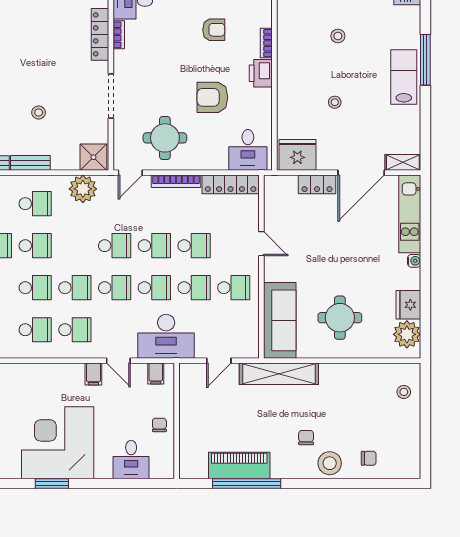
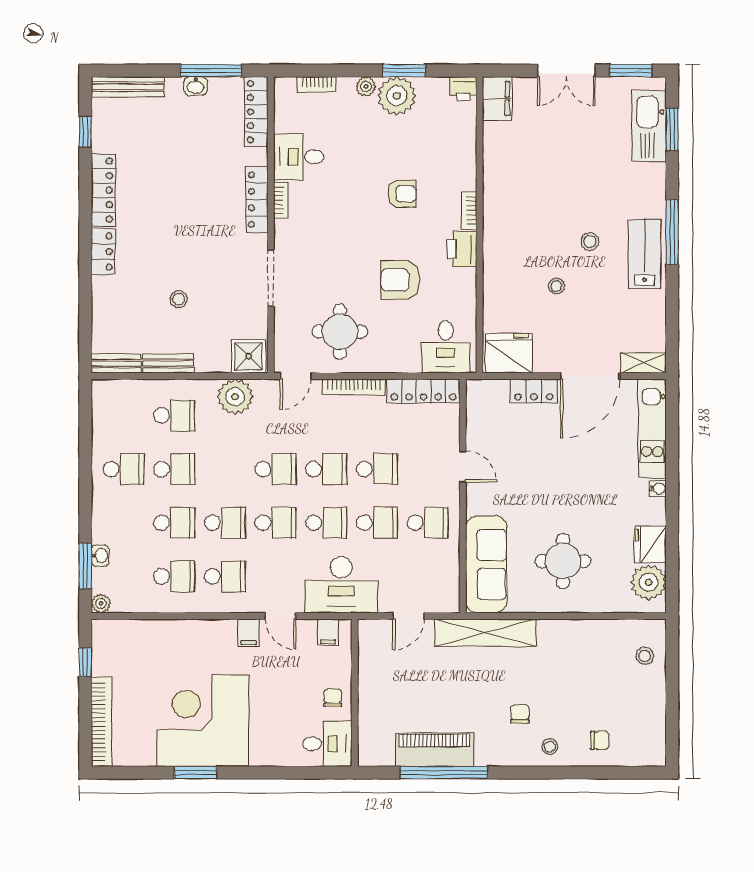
stool: (338, 36) -> (590, 242), moved
desk: (131, 460) -> (327, 744), moved, turned -90
stool: (330, 463) -> (550, 747), width x0.53, depth x0.53

